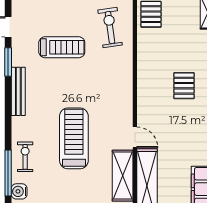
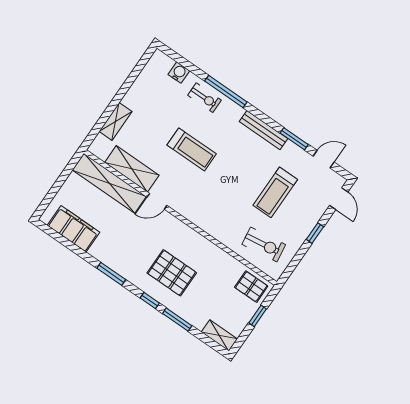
pallet: (184, 86) -> (172, 273), width x1.50, depth x1.42
treadmill: (74, 138) -> (192, 149), width x0.73, depth x0.73
window: (8, 173) -> (226, 91), moved

